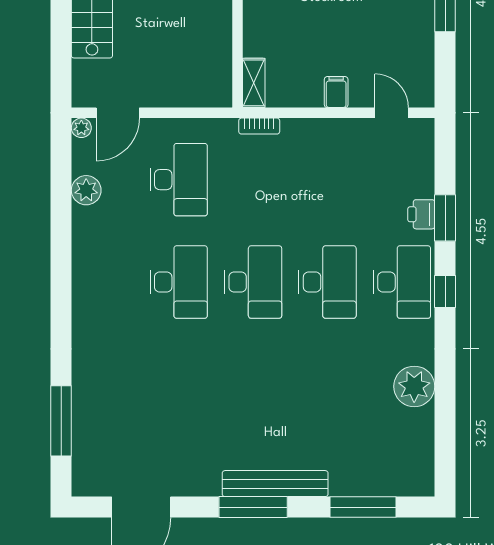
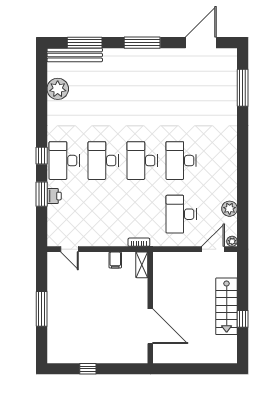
filing cabinet: (336, 92) -> (115, 260), moved
plant: (414, 386) -> (58, 89), moved
bench: (275, 484) -> (75, 55), moved

